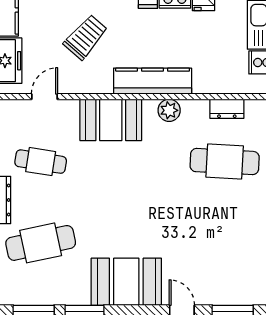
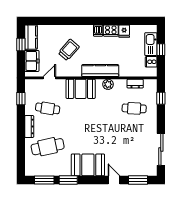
cafe table: (225, 162) -> (134, 108), width x0.73, depth x0.74

